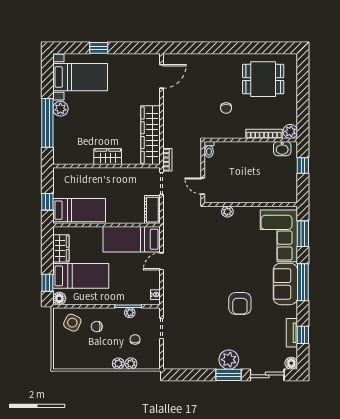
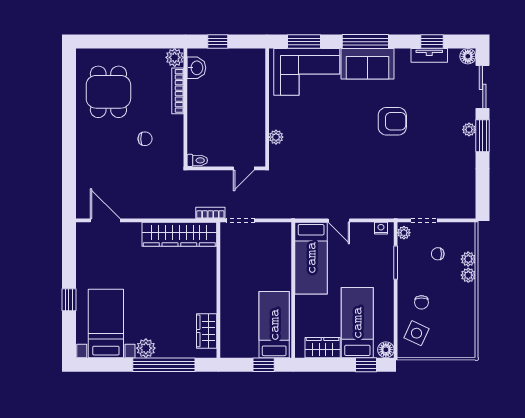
wardrobe: (108, 157) -> (207, 331), moved
cot: (152, 210) -> (274, 232), removed
plant: (130, 313) -> (404, 233), moved
plant: (229, 360) -> (469, 130), width x0.53, depth x0.53

